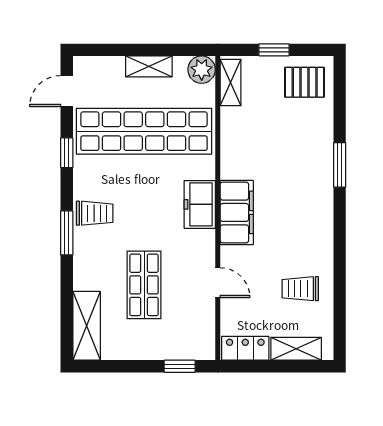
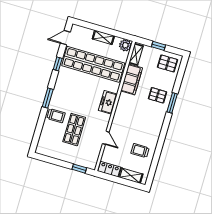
pallet: (303, 158) -> (157, 95), added
filing cabinet: (237, 212) -> (132, 79), moved
trolley: (95, 213) -> (56, 116), moved
shelving: (87, 326) -> (45, 140), removed

